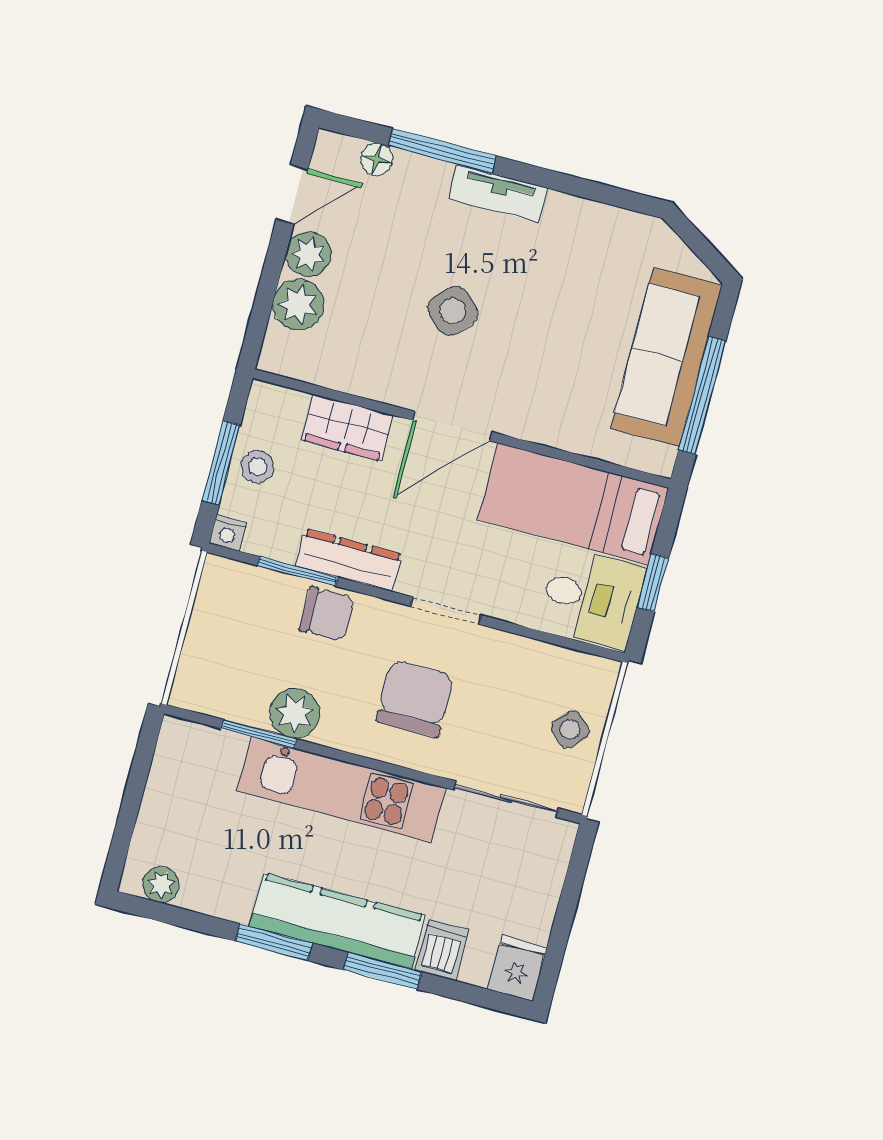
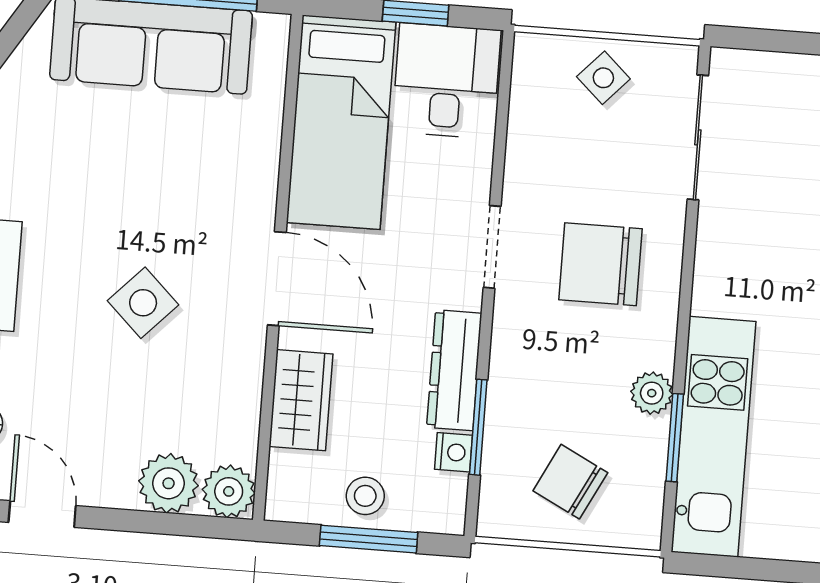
plant: (309, 254) -> (229, 491), moved
nightstand: (228, 533) -> (454, 452), moved
chair: (327, 614) -> (570, 482), moved, turned -63
plant: (295, 713) -> (652, 393), width x0.73, depth x0.73
kitchen unit: (341, 789) -> (713, 437), moved

